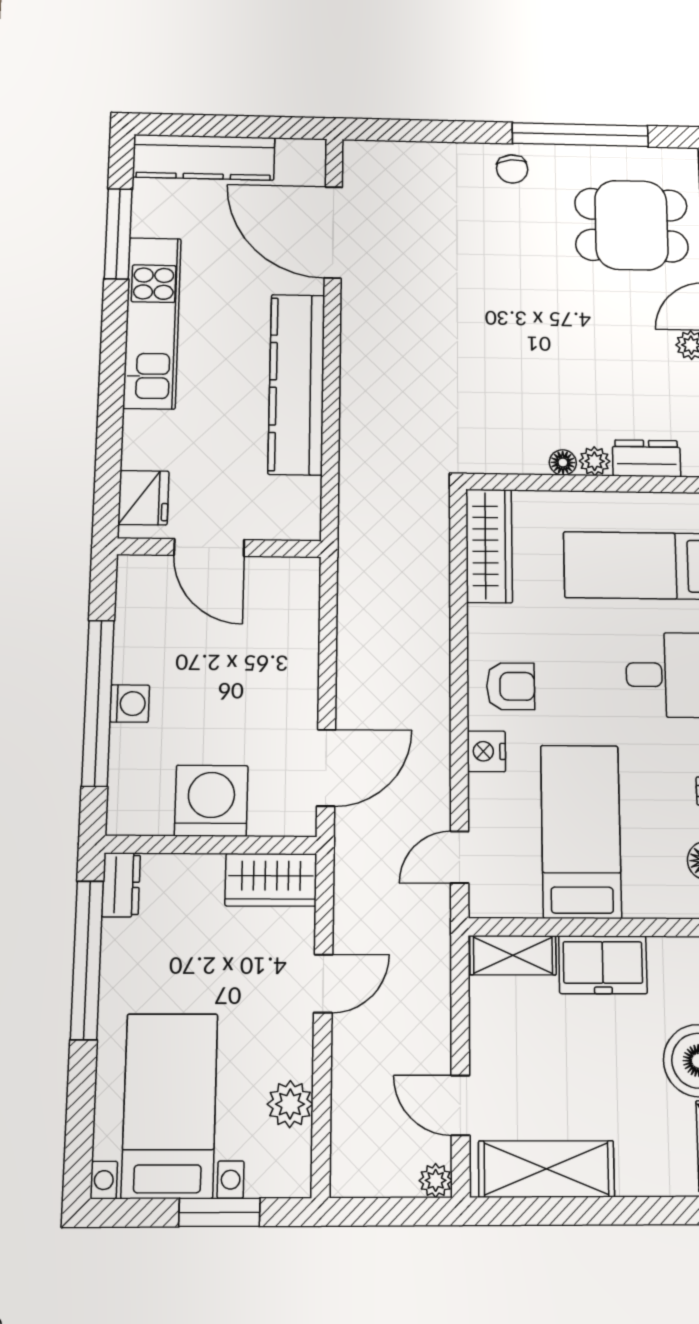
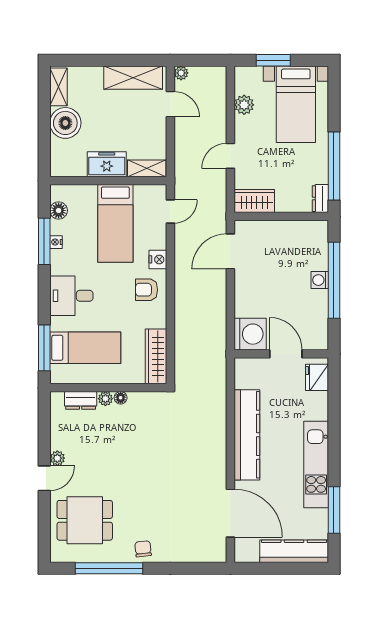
washing machine: (211, 801) -> (250, 334), moved, turned -90

